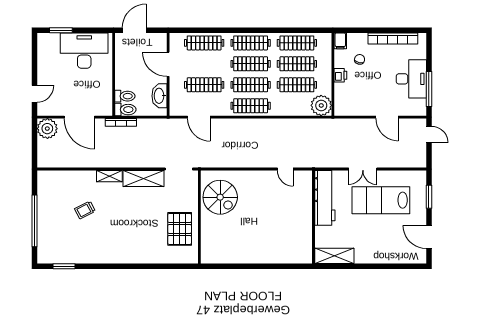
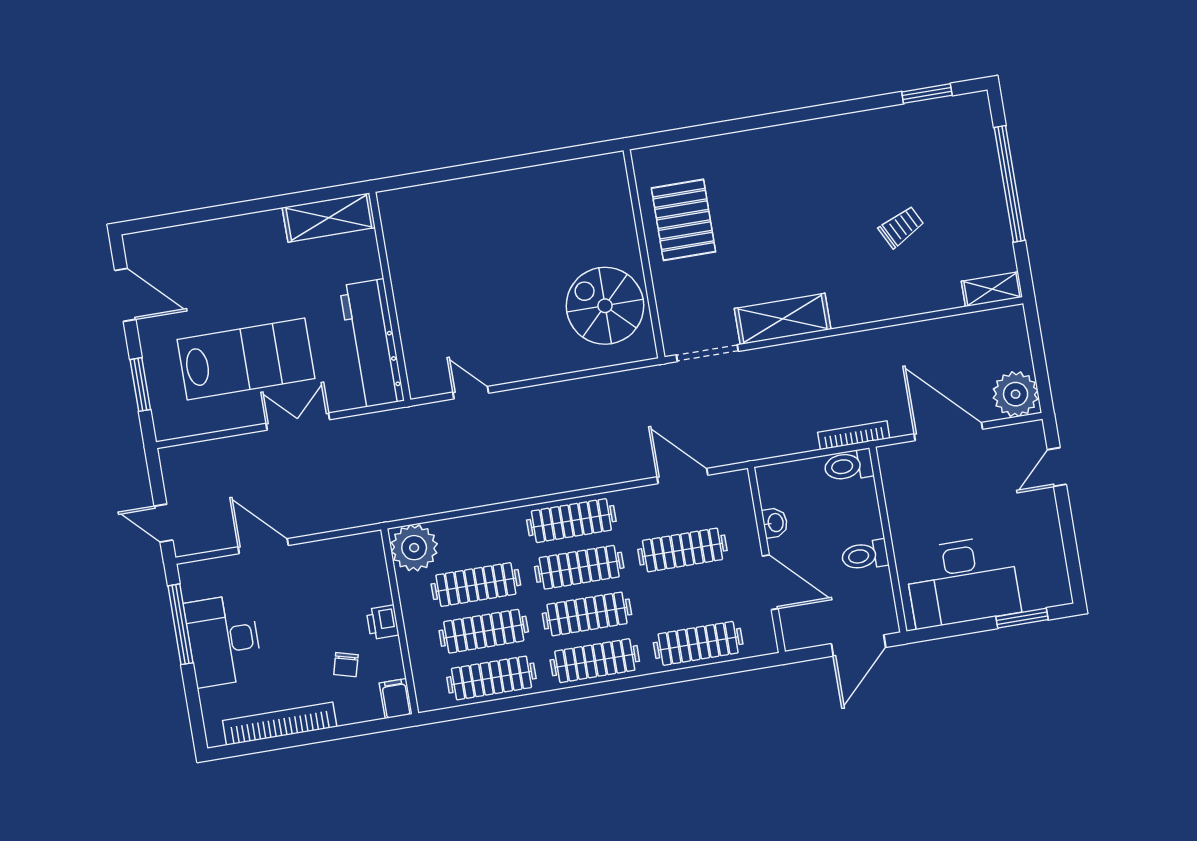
toilet: (125, 96) -> (865, 555), moved
washbasin: (159, 96) -> (775, 523), width x0.52, depth x0.69
shelving: (109, 176) -> (992, 289), moved

